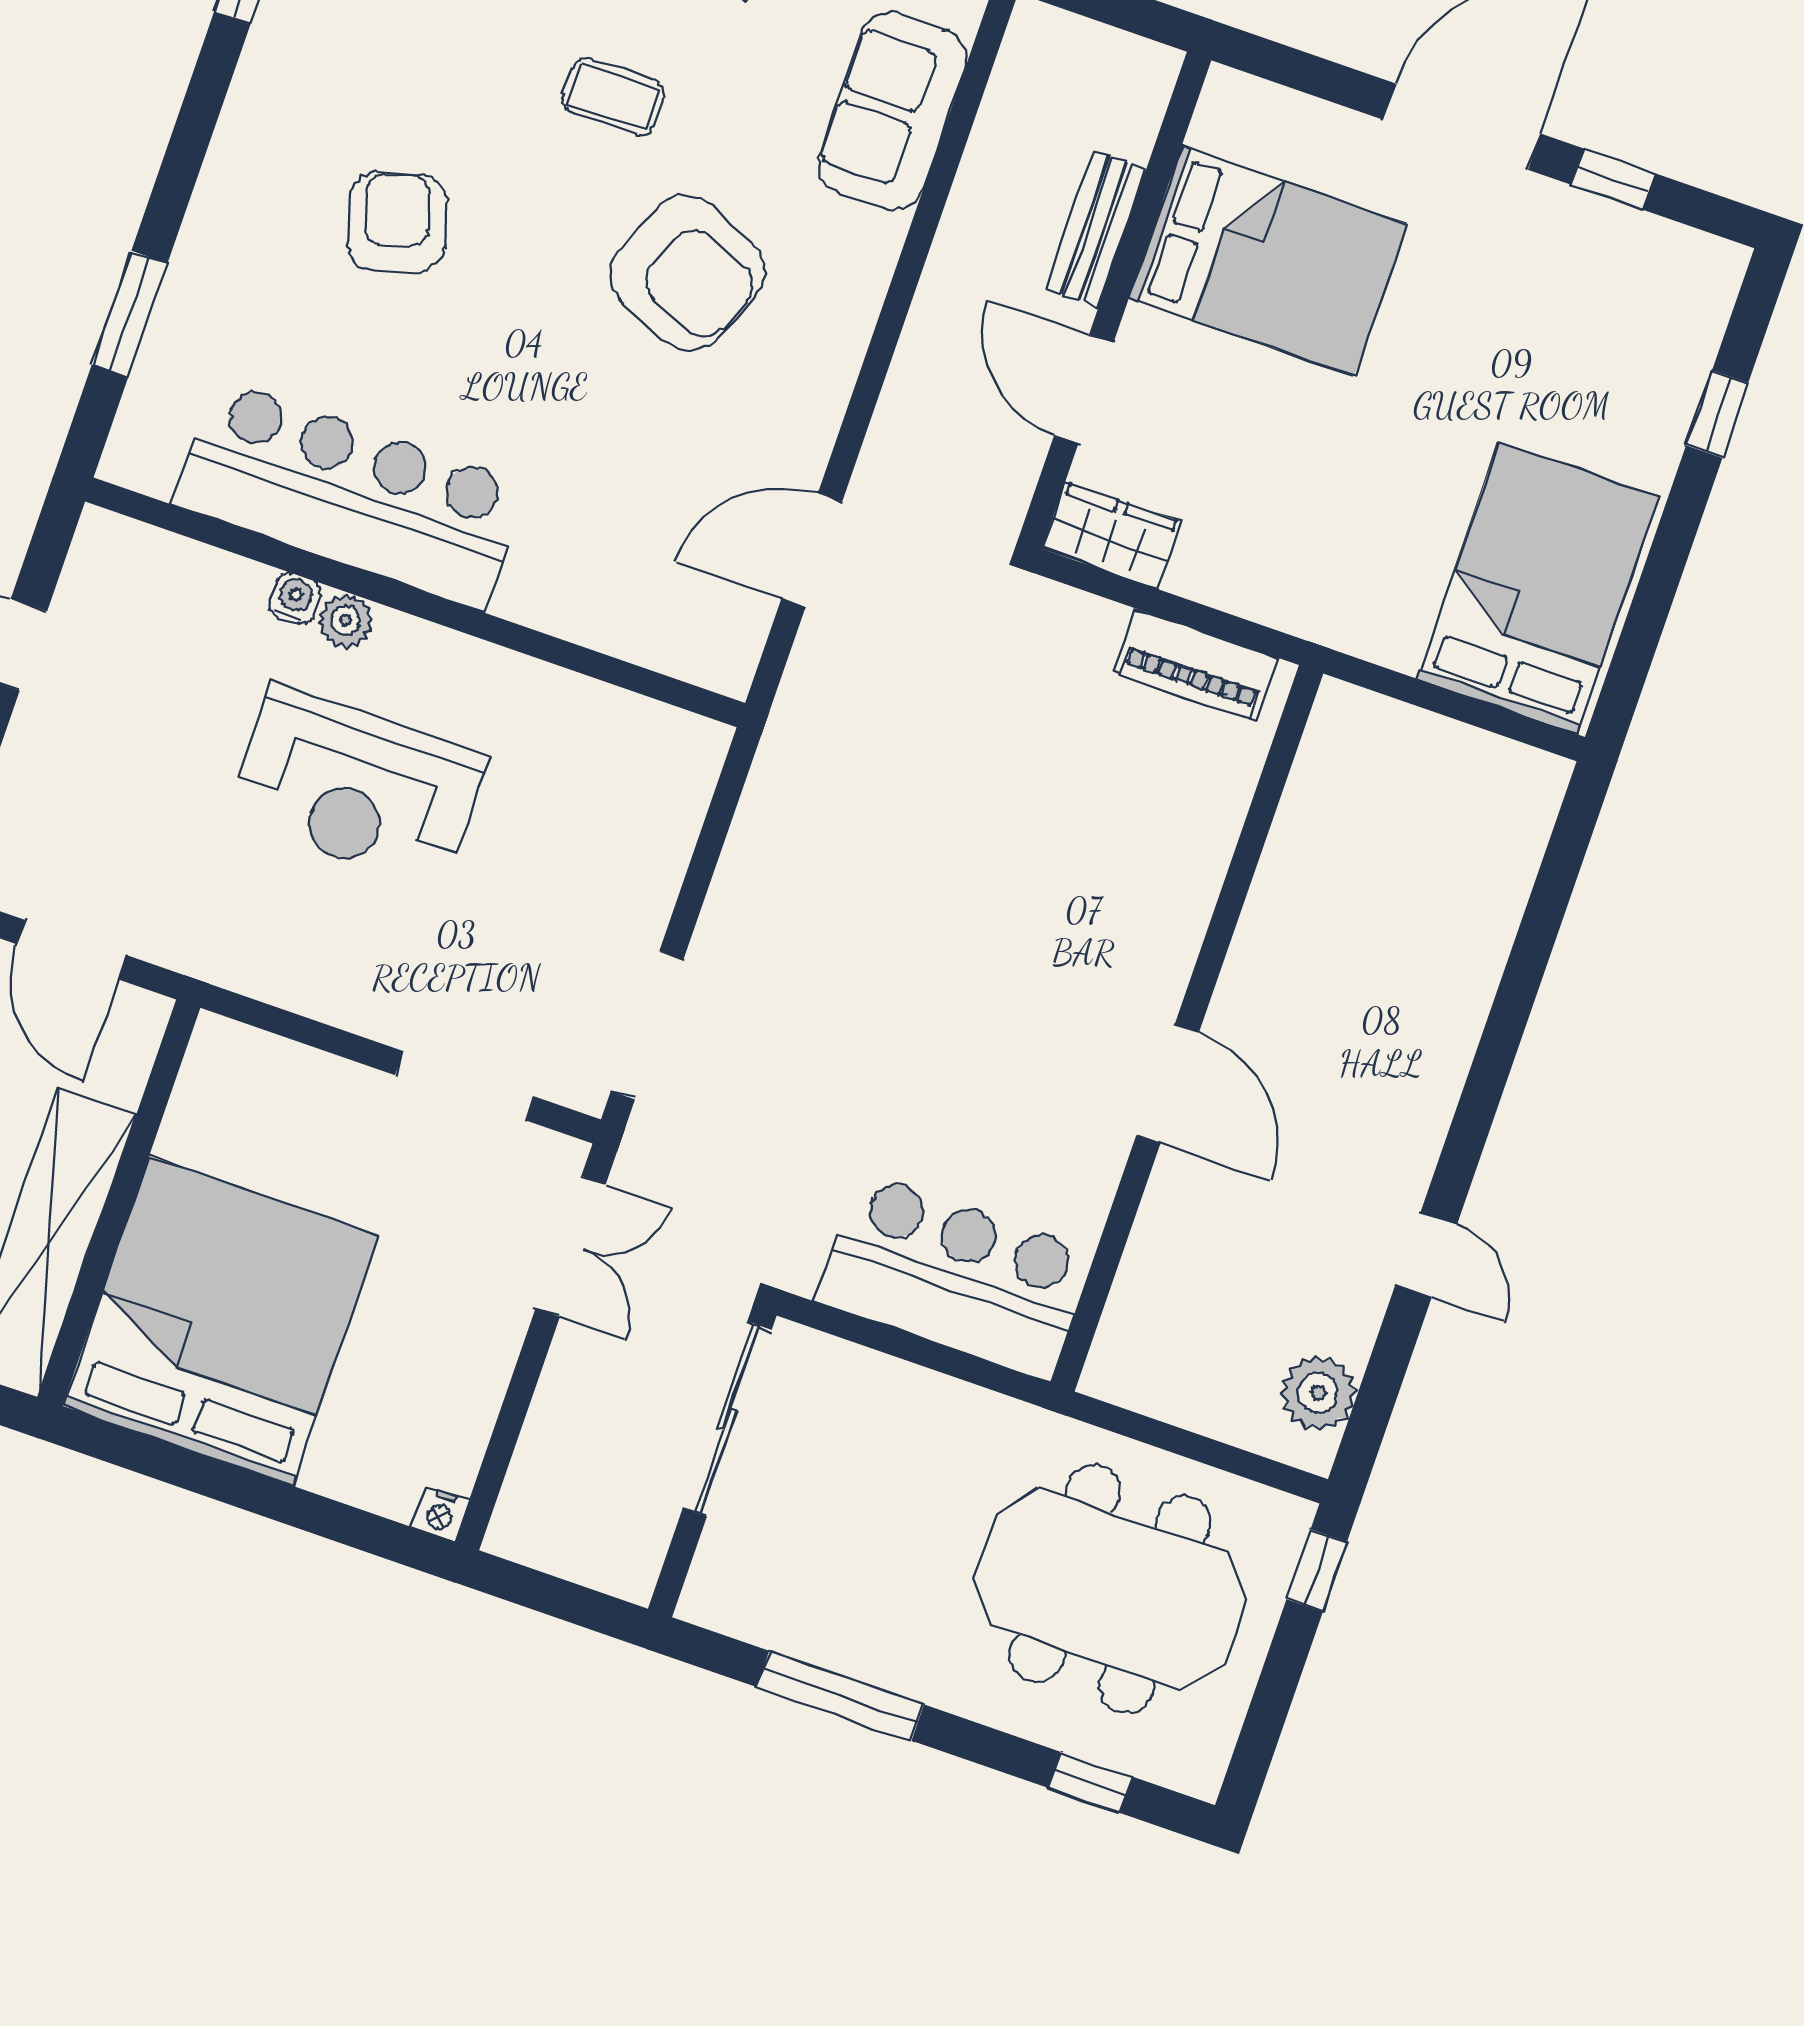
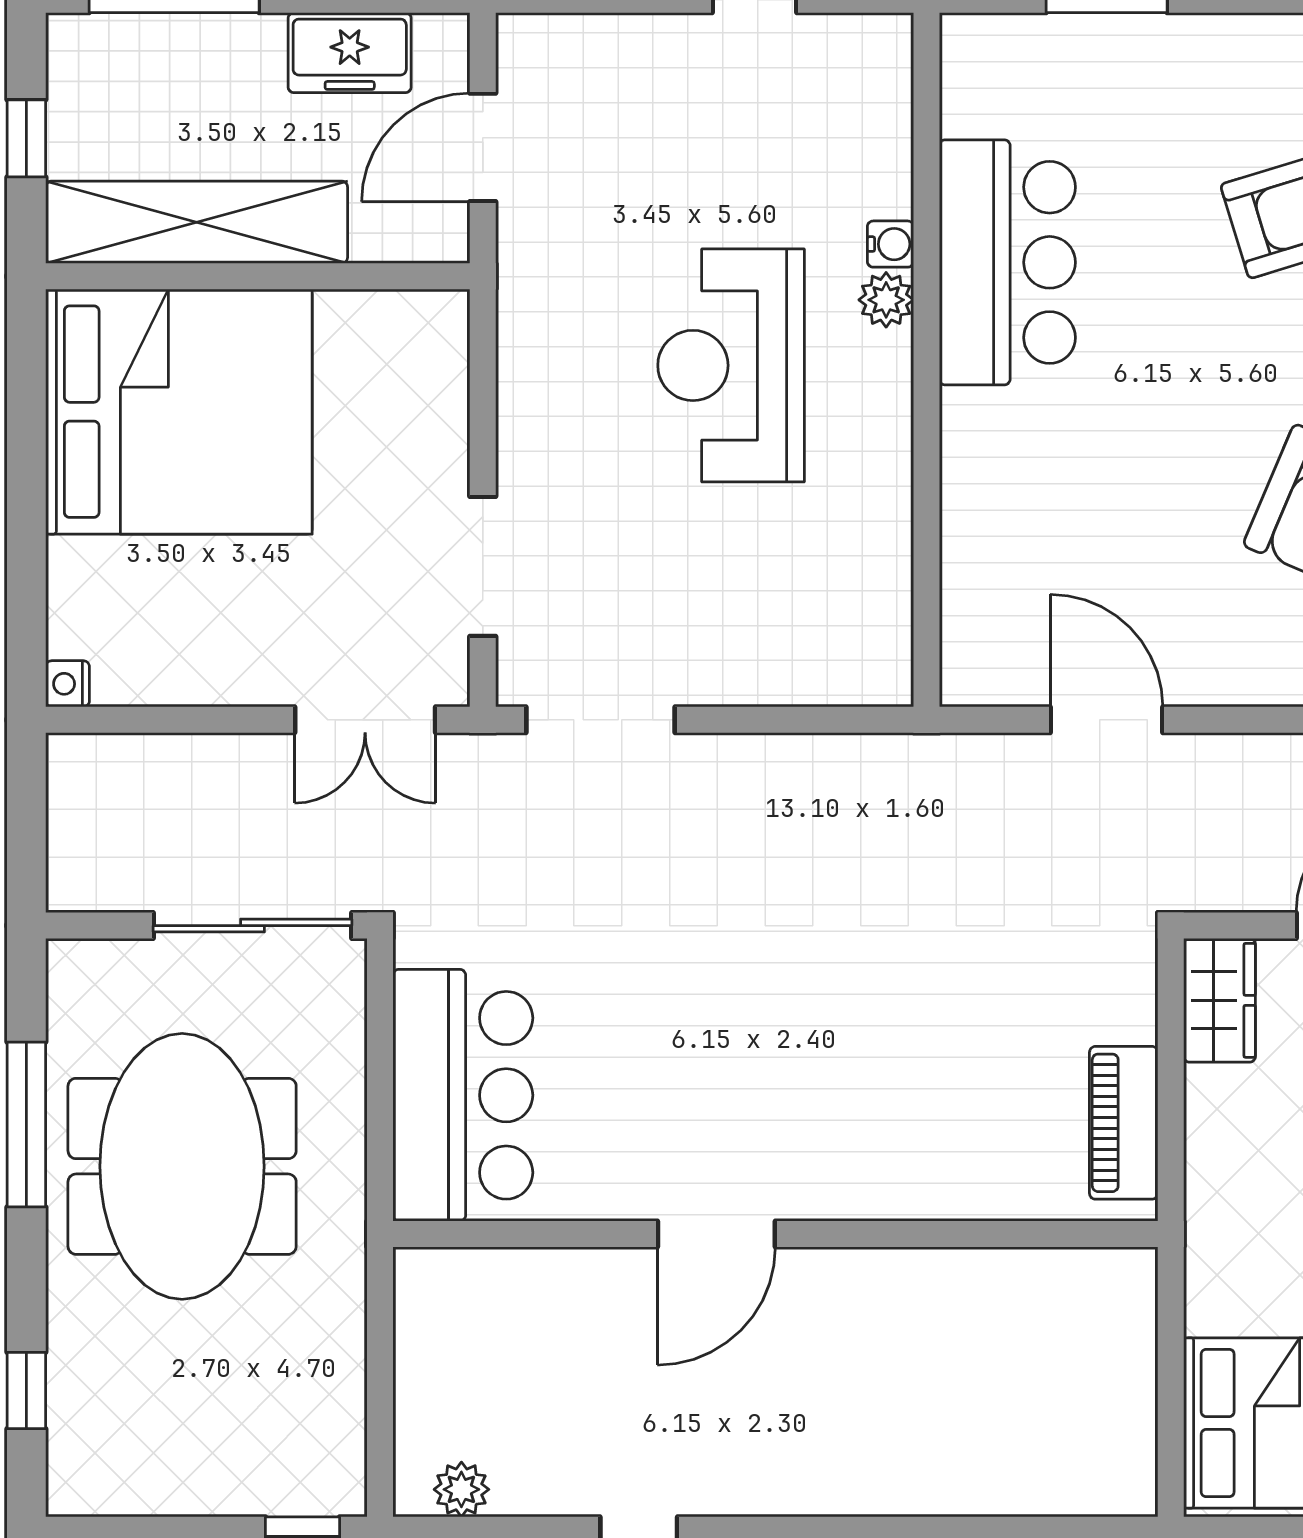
bar counter: (350, 495) -> (1007, 262), width x0.73
plant: (1318, 1393) -> (461, 1489), width x0.73, depth x0.73
meeting table: (1110, 1589) -> (182, 1166), moved

